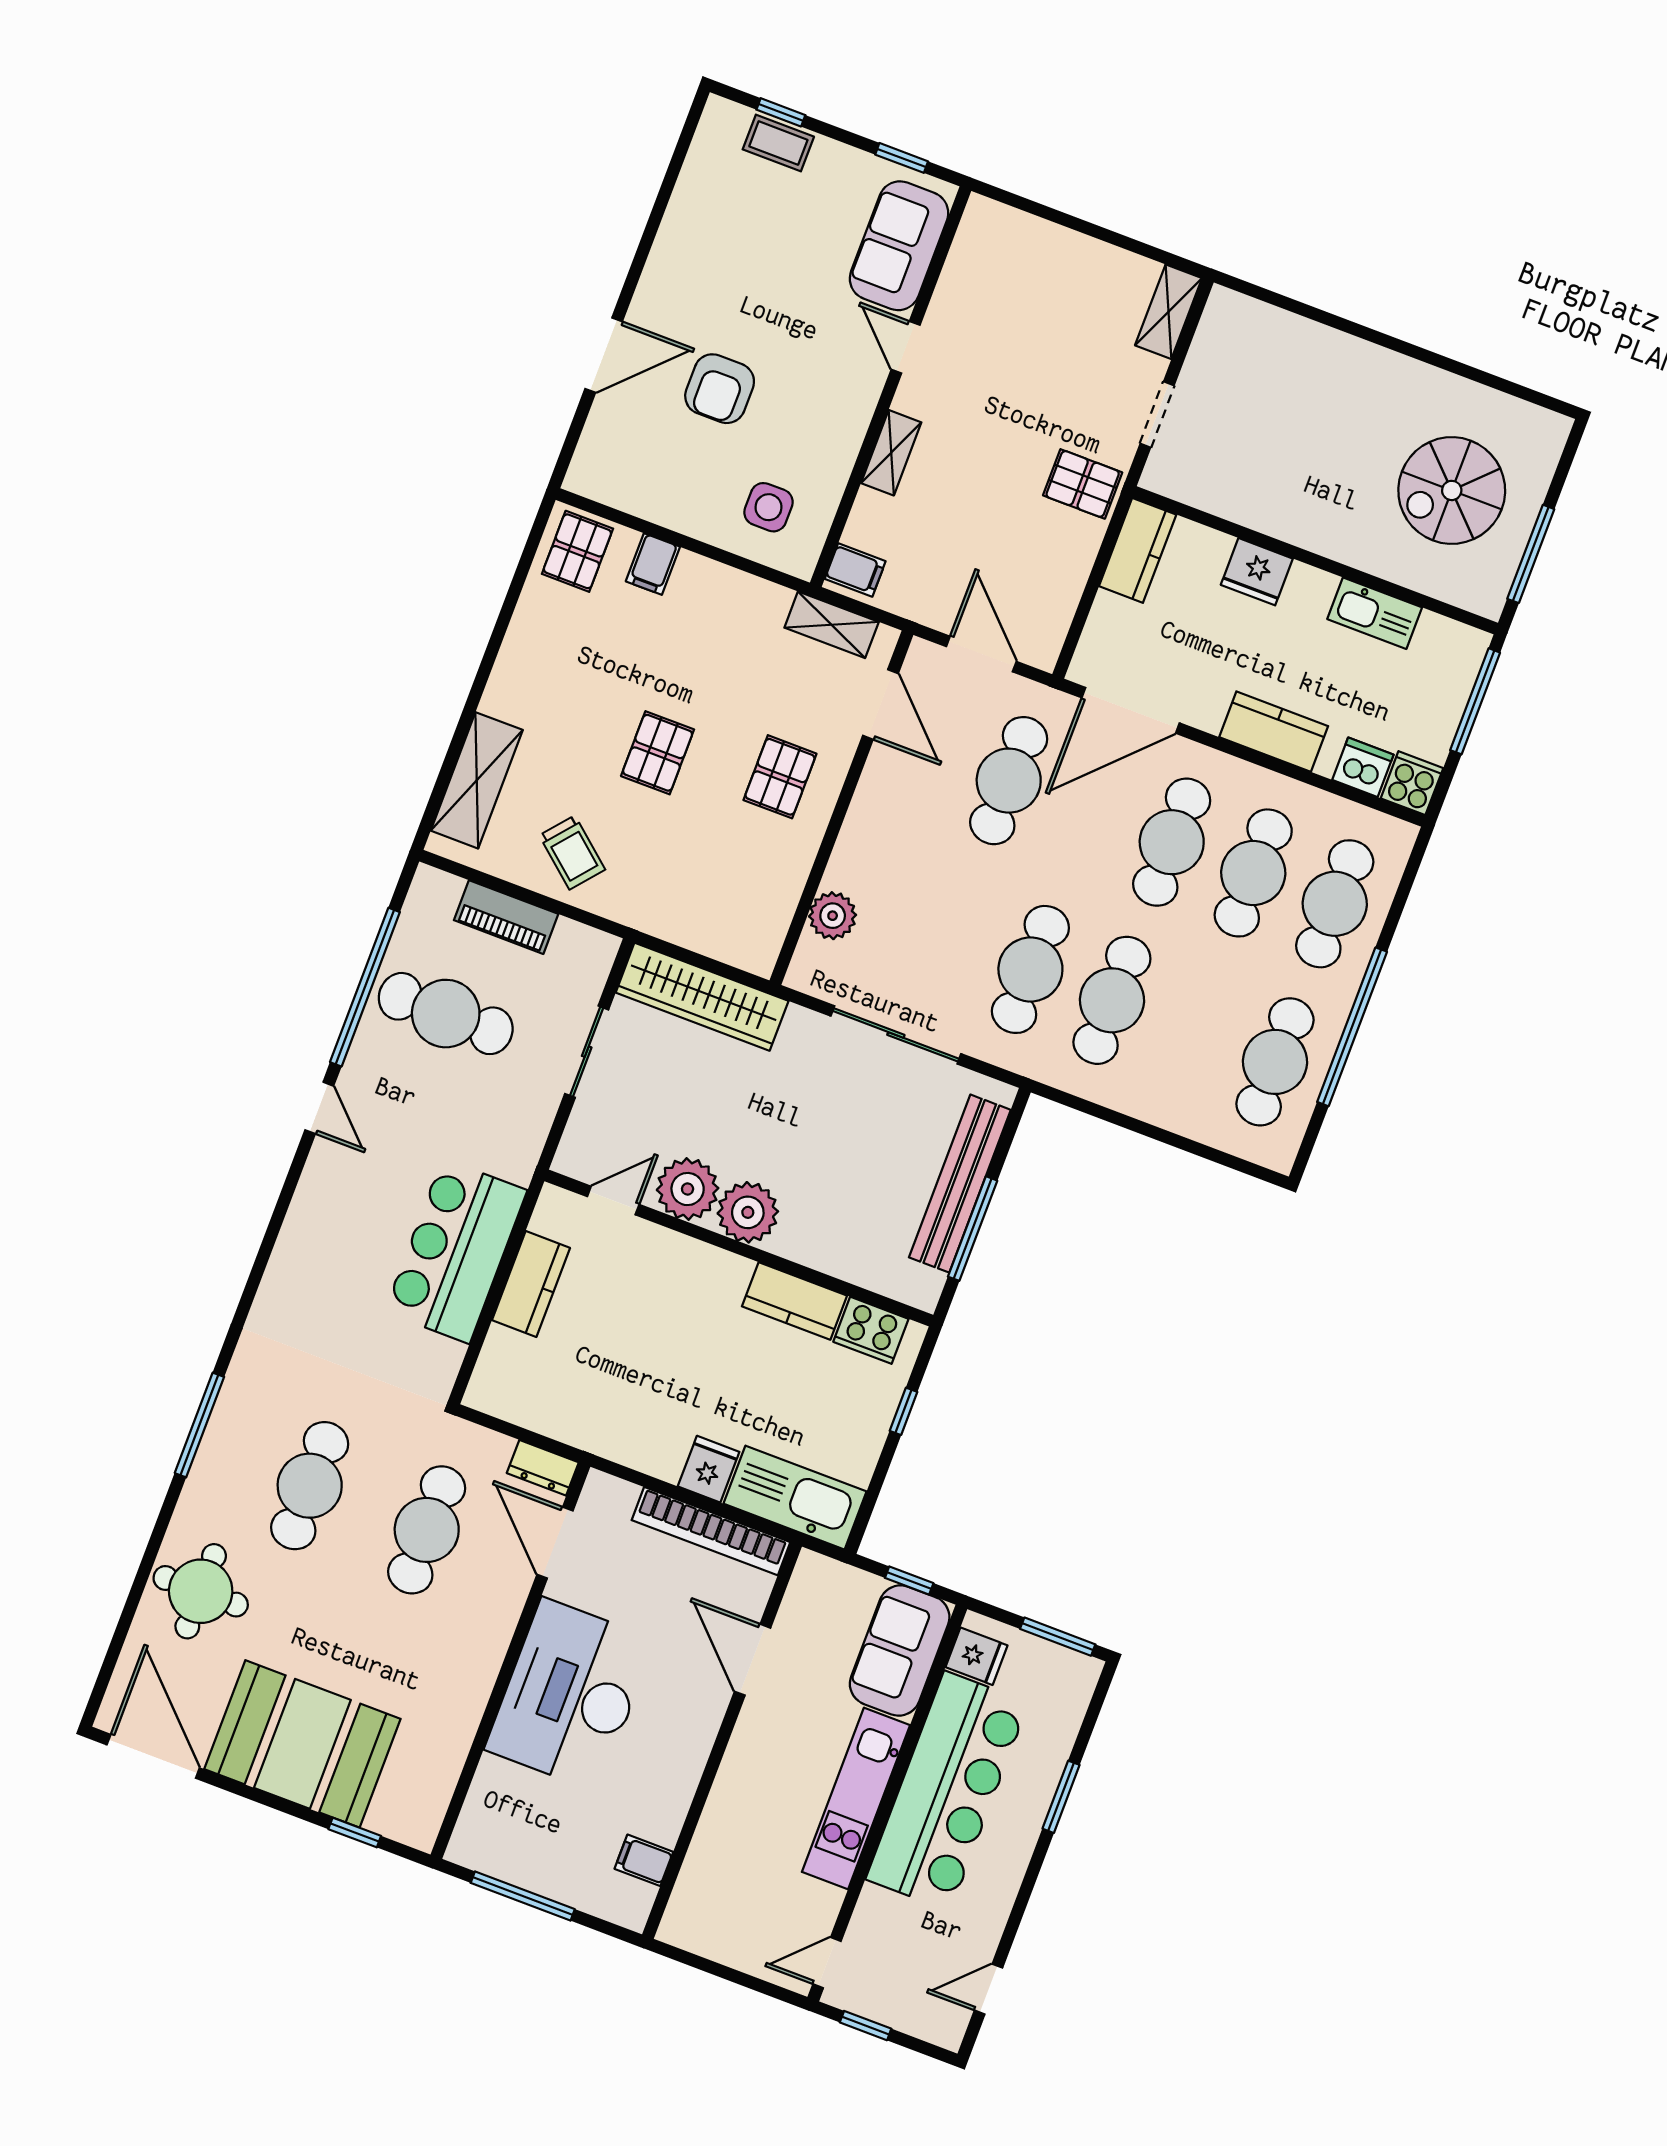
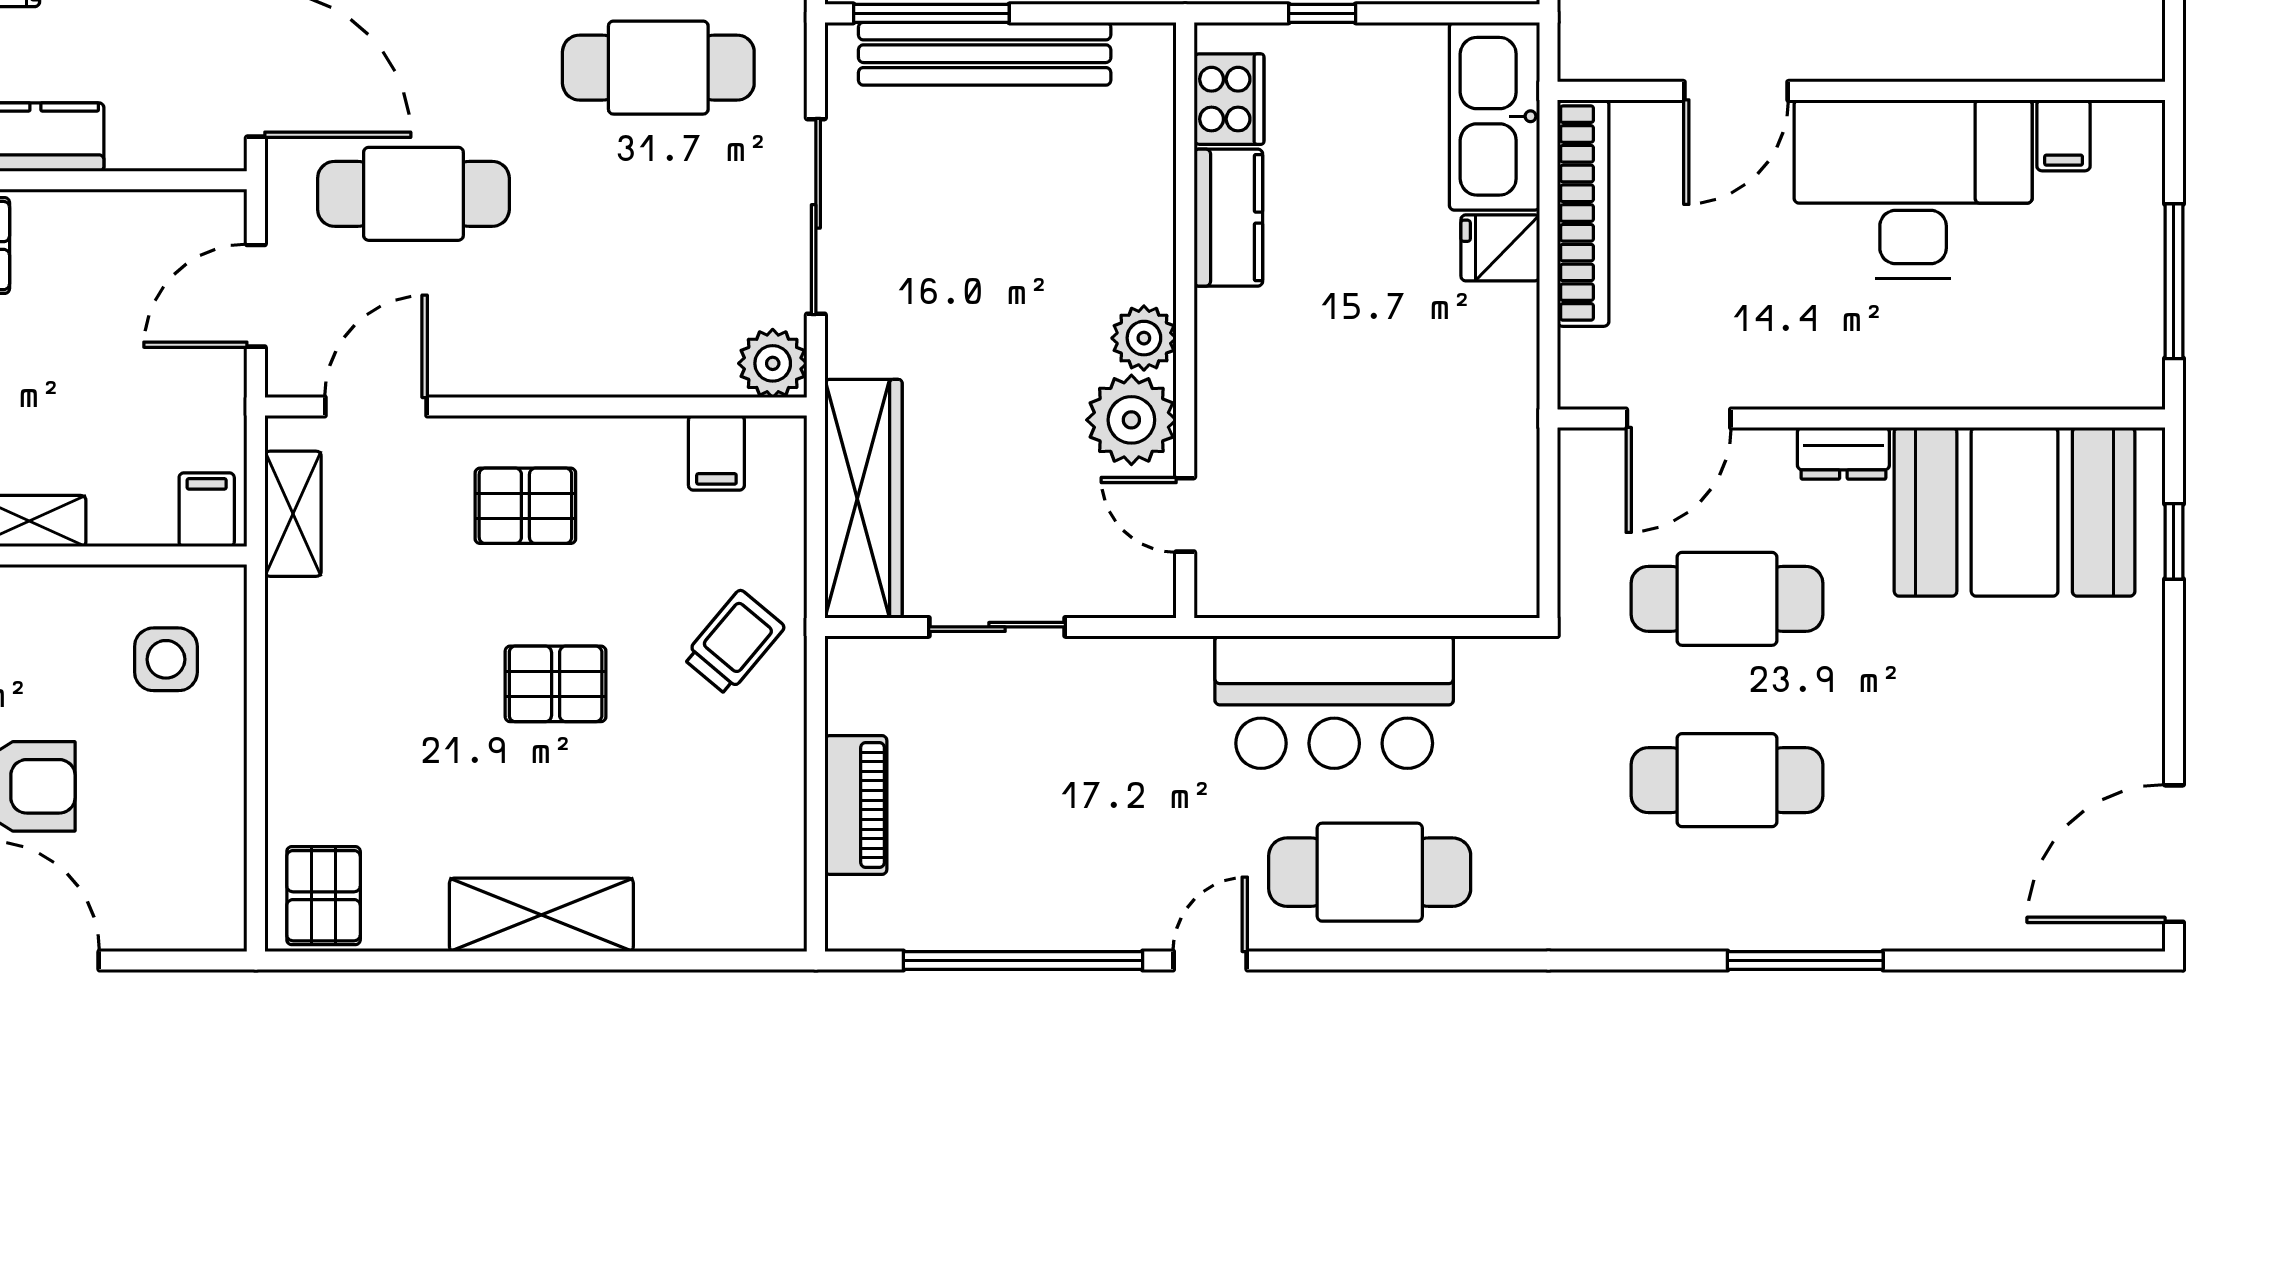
pallet: (577, 551) -> (324, 896), turned 90
filing cabinet: (653, 564) -> (716, 453), moved, turned 90
shelving: (477, 780) -> (541, 915), moved
trolley: (572, 852) -> (734, 642), moved
plant: (833, 916) -> (773, 363), moved
cafe table: (446, 1014) -> (1370, 872), moved, turned 90
plant: (748, 1212) -> (1144, 338), width x0.73, depth x0.73
window: (973, 1229) -> (931, 13), moved
kitchen counter: (531, 1284) -> (1340, 583), removed
window: (199, 1425) -> (1805, 961), moved
dresser: (543, 1468) -> (1843, 453), moved, turned 90
round table: (201, 1591) -> (1926, 874), removed
desk: (570, 1695) -> (1913, 189), moved, turned 180
booth: (302, 1744) -> (2015, 512), moved, turned 90

